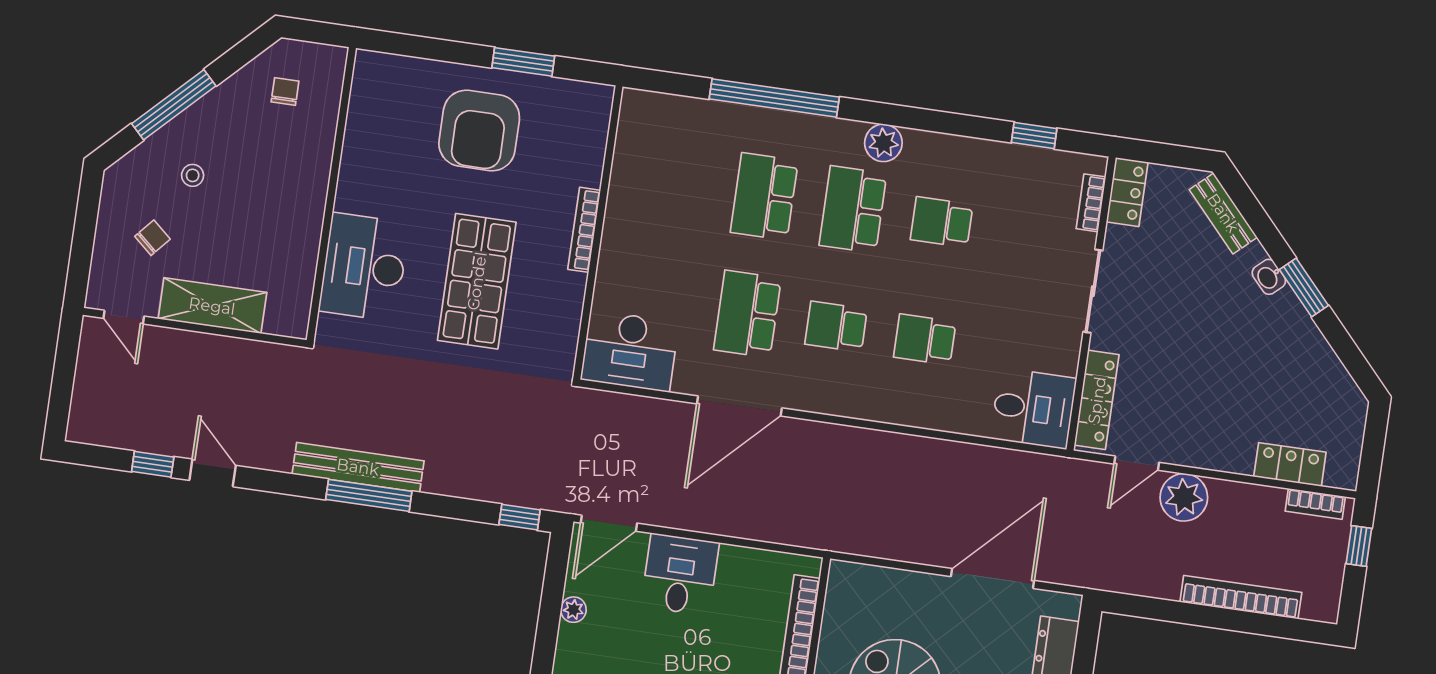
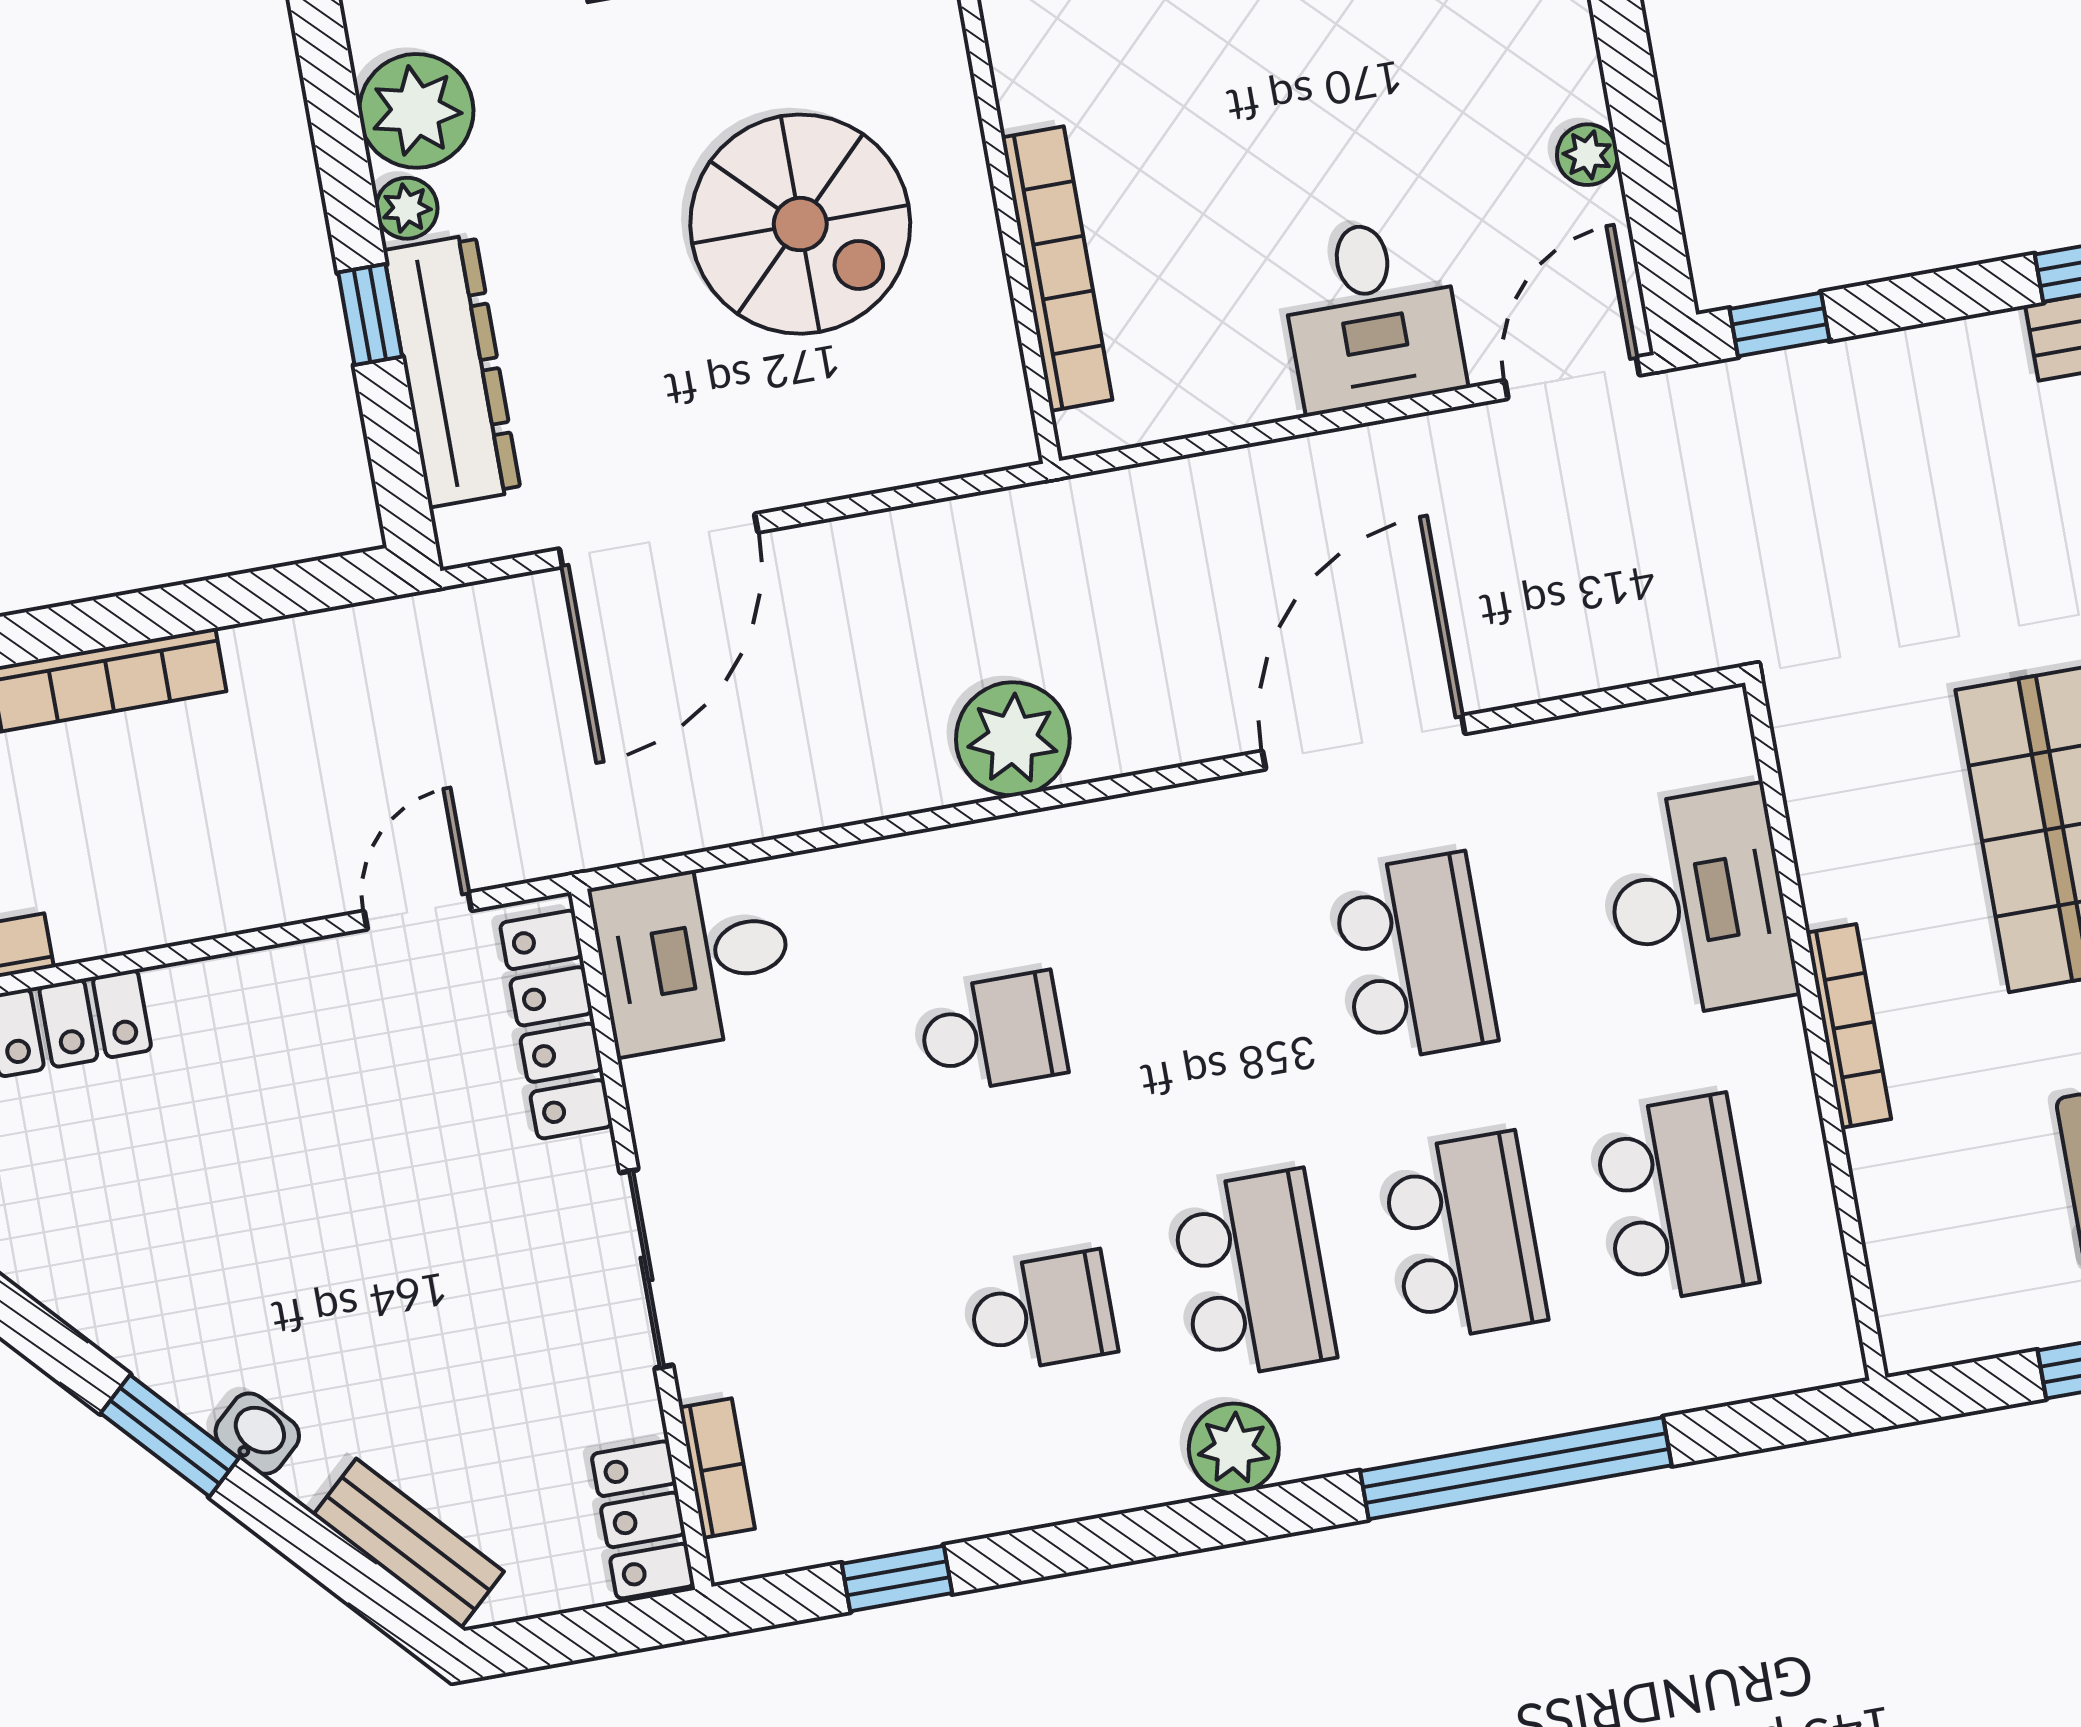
school desk: (836, 327) -> (1676, 1199), moved, width x1.85
desk: (630, 351) -> (1698, 903), moved, turned 90
plant: (1184, 497) -> (1013, 739), moved

